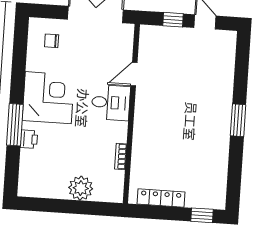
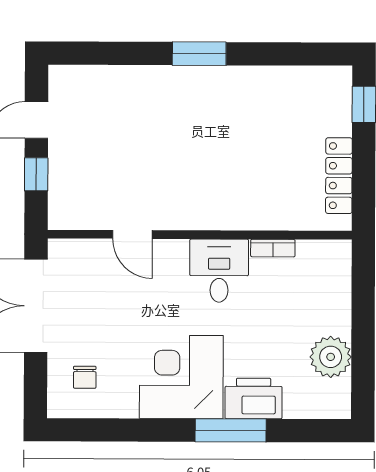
desk: (111, 103) -> (219, 271), moved
printer: (29, 139) -> (254, 398), width x1.87, depth x1.48
plant: (81, 188) -> (331, 357), moved

